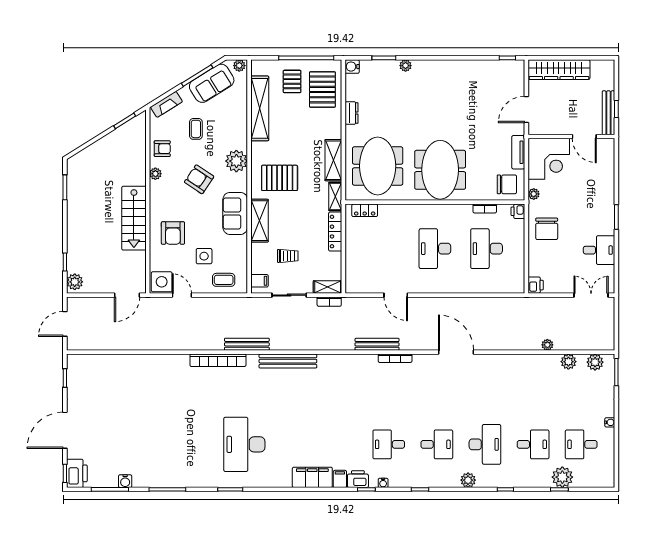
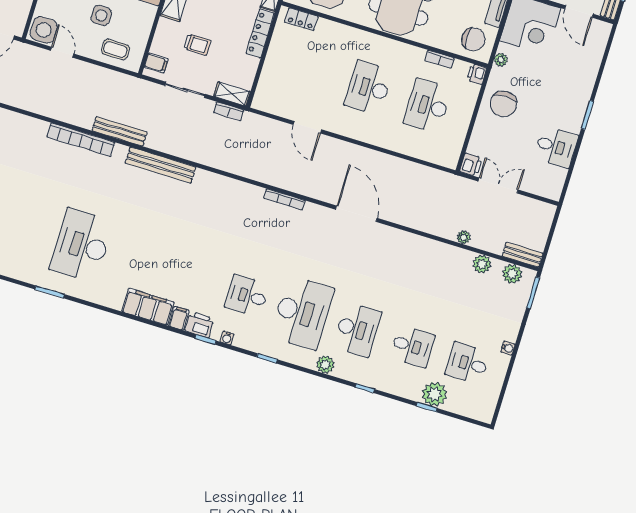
double door: (591, 295) -> (498, 186), moved
bench: (377, 344) -> (522, 255), moved, width x0.73
desk: (437, 444) -> (302, 313), width x1.87, depth x1.30

